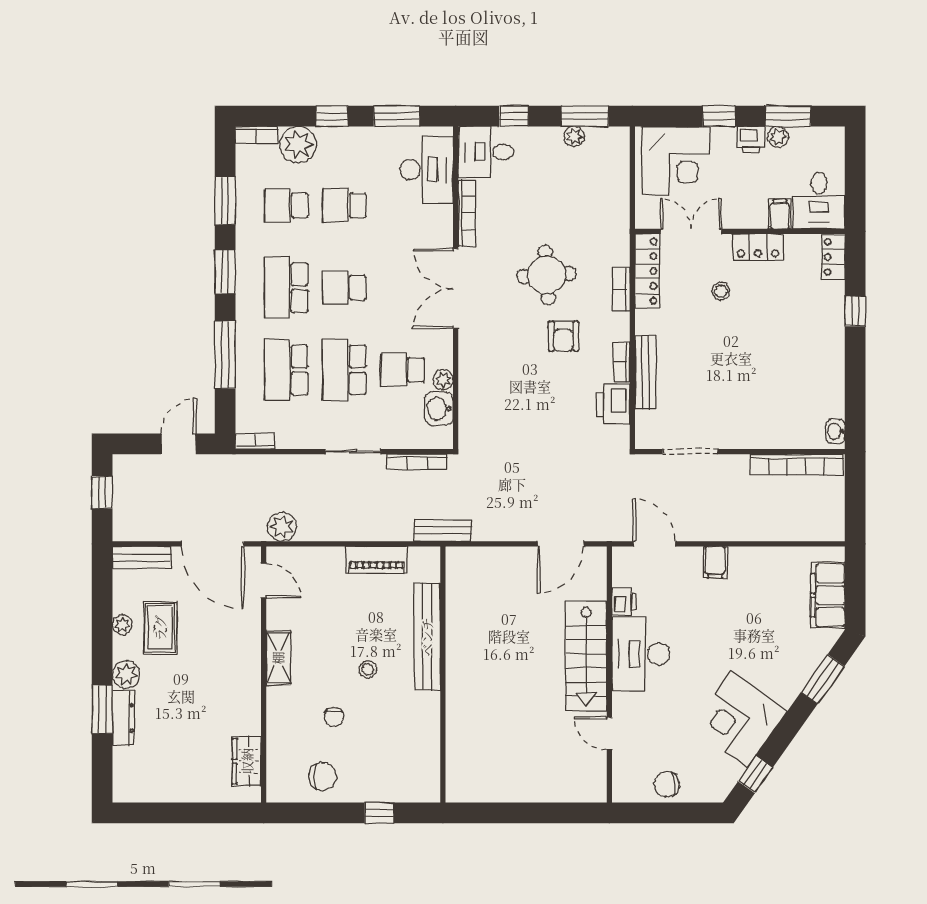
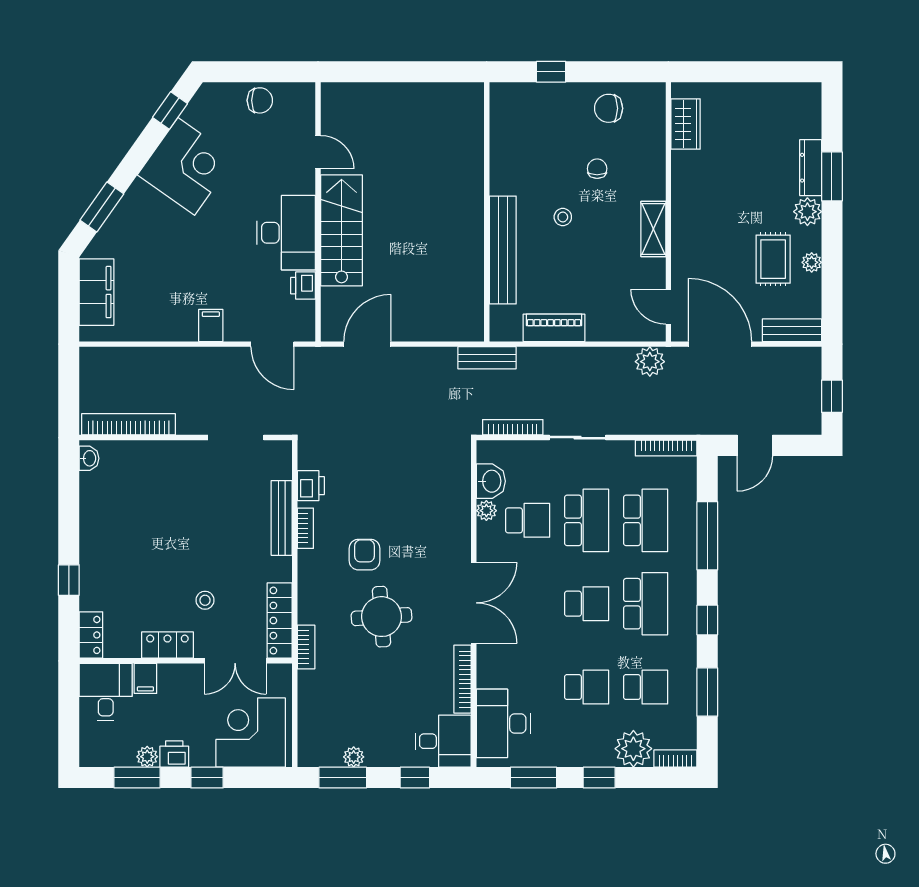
window: (225, 272) -> (707, 620), width x0.67
bookcase: (621, 289) -> (306, 647), moved
printer: (613, 404) -> (311, 486), width x0.73, depth x0.81
bookcase: (255, 441) -> (666, 448), width x1.56

